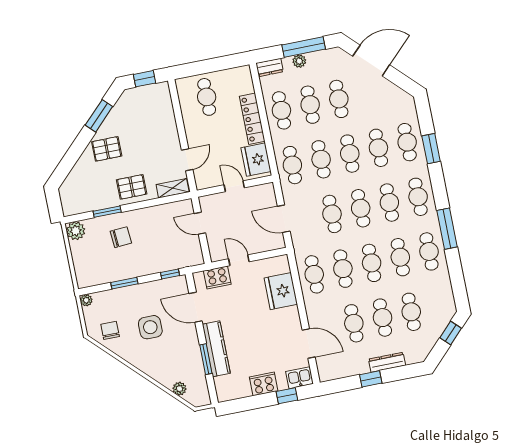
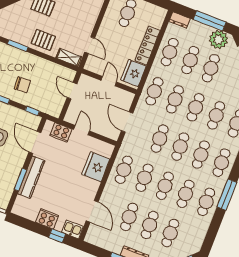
plant: (299, 61) -> (218, 40), moved, width x1.87, depth x1.87
door: (187, 160) -> (90, 45), hinge flipped
chair: (121, 237) -> (22, 85), moved

